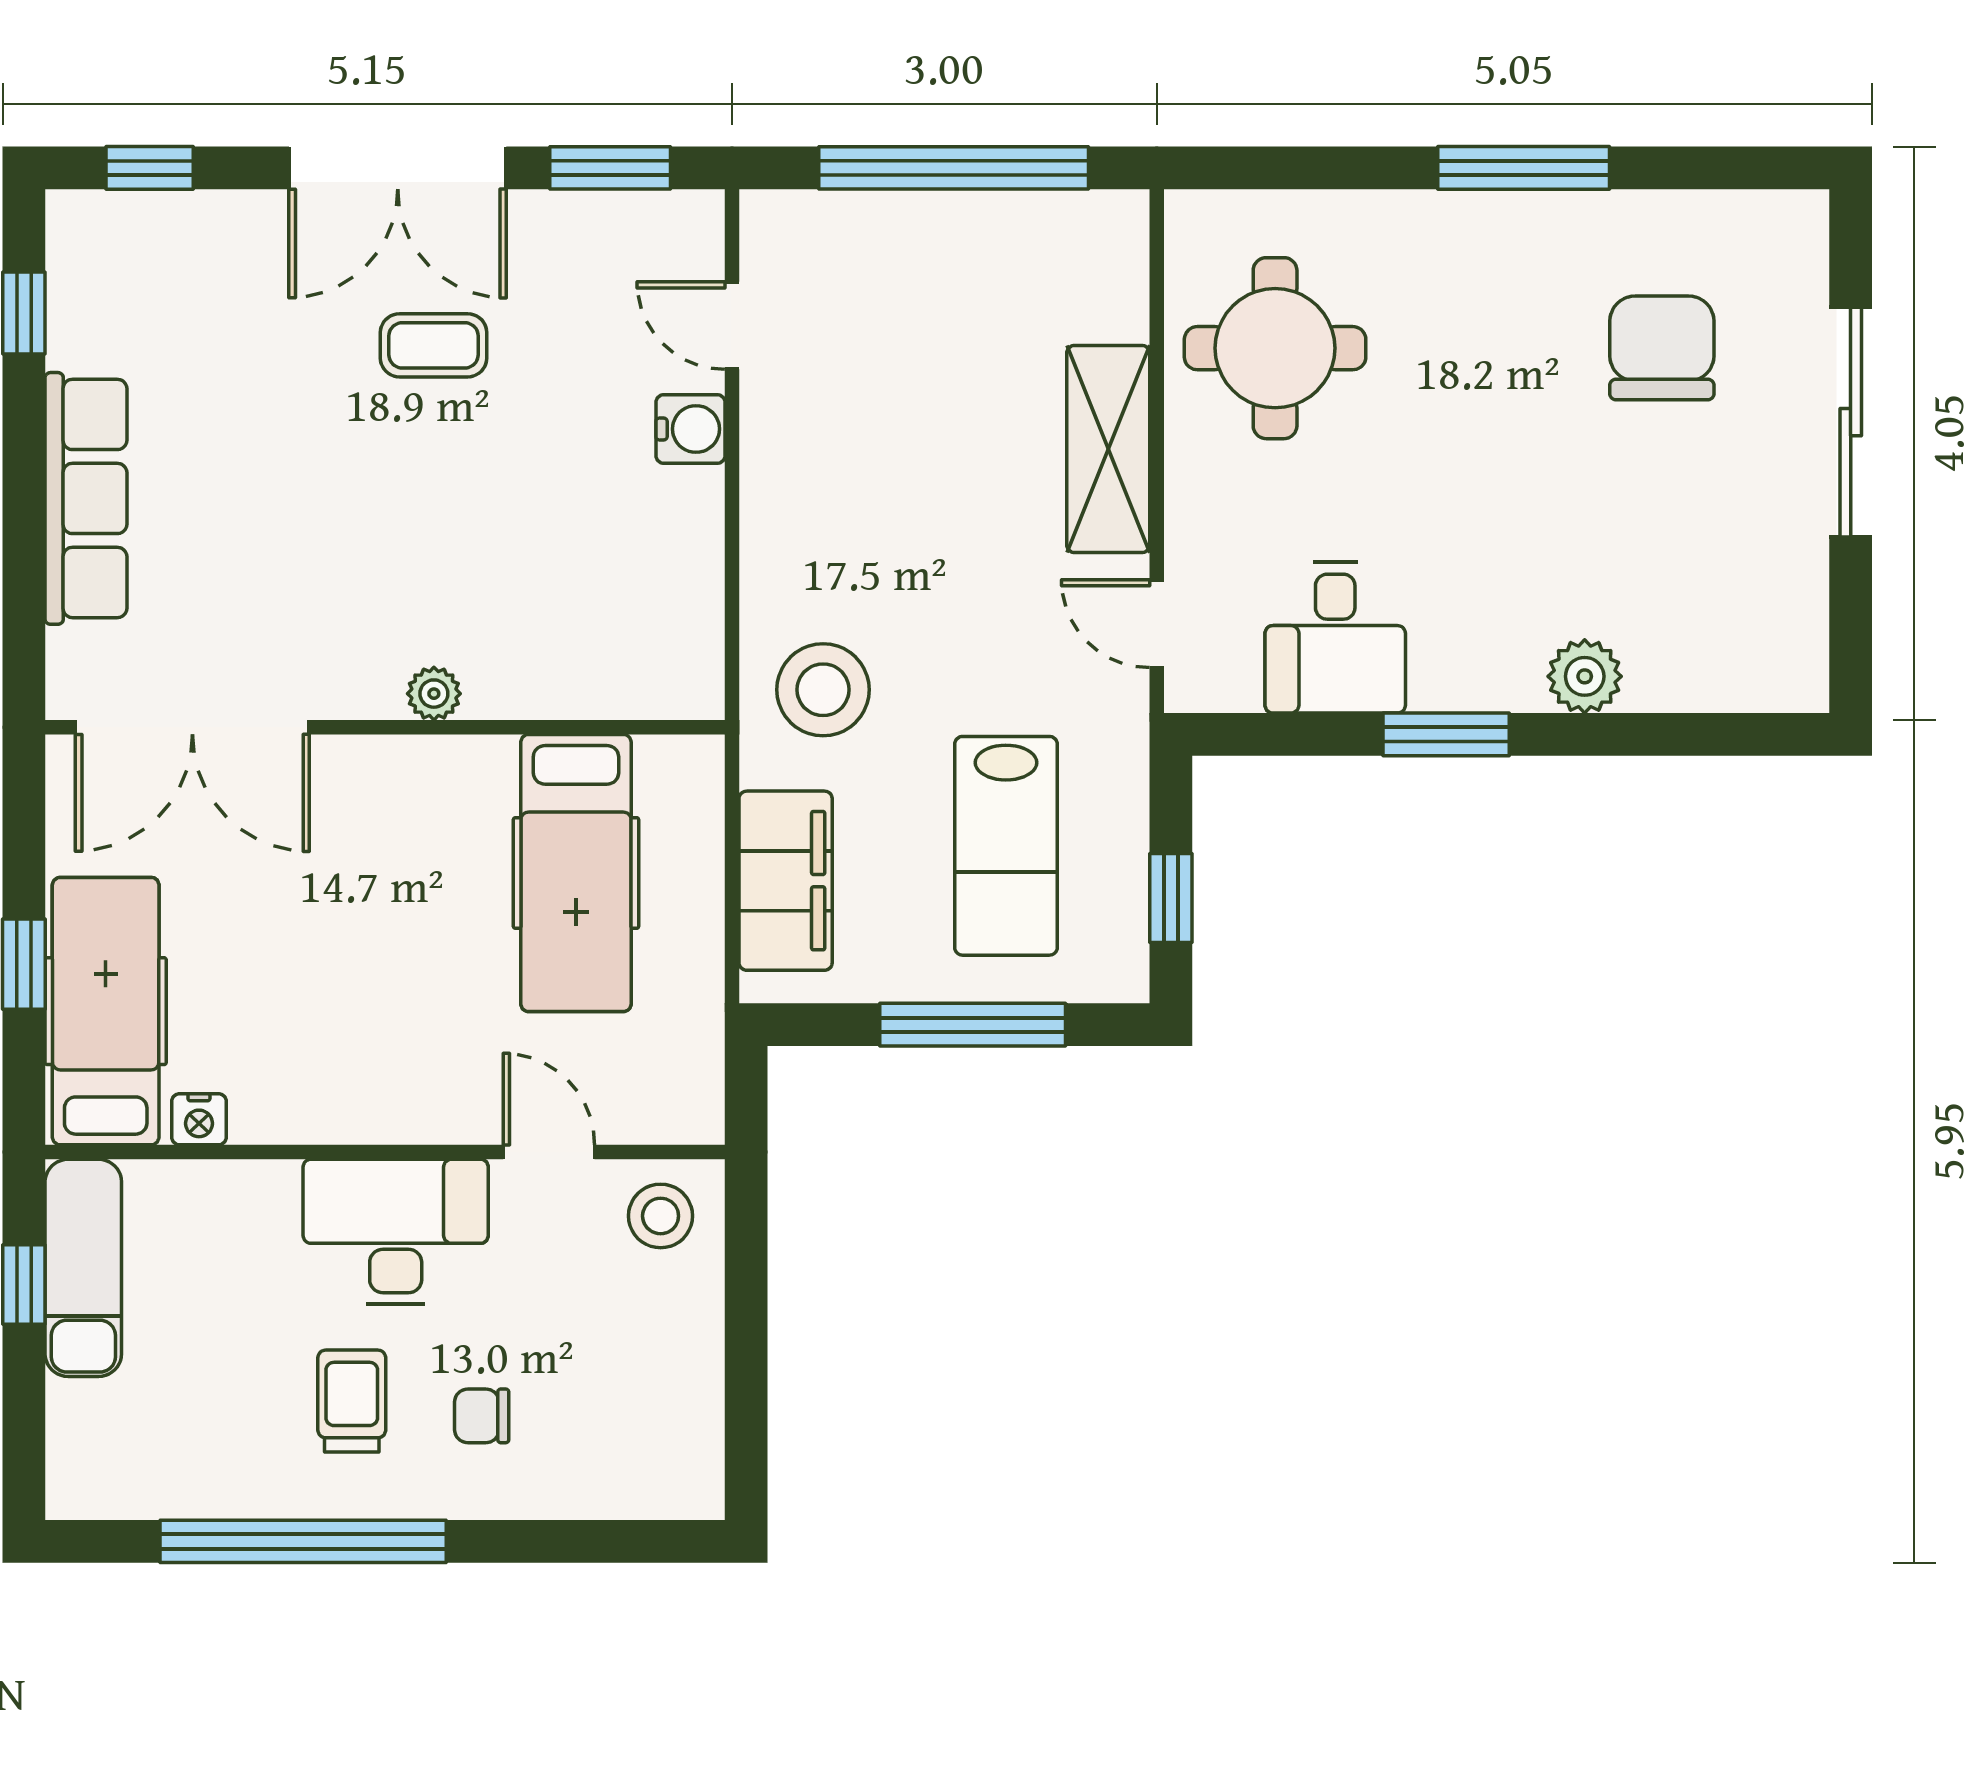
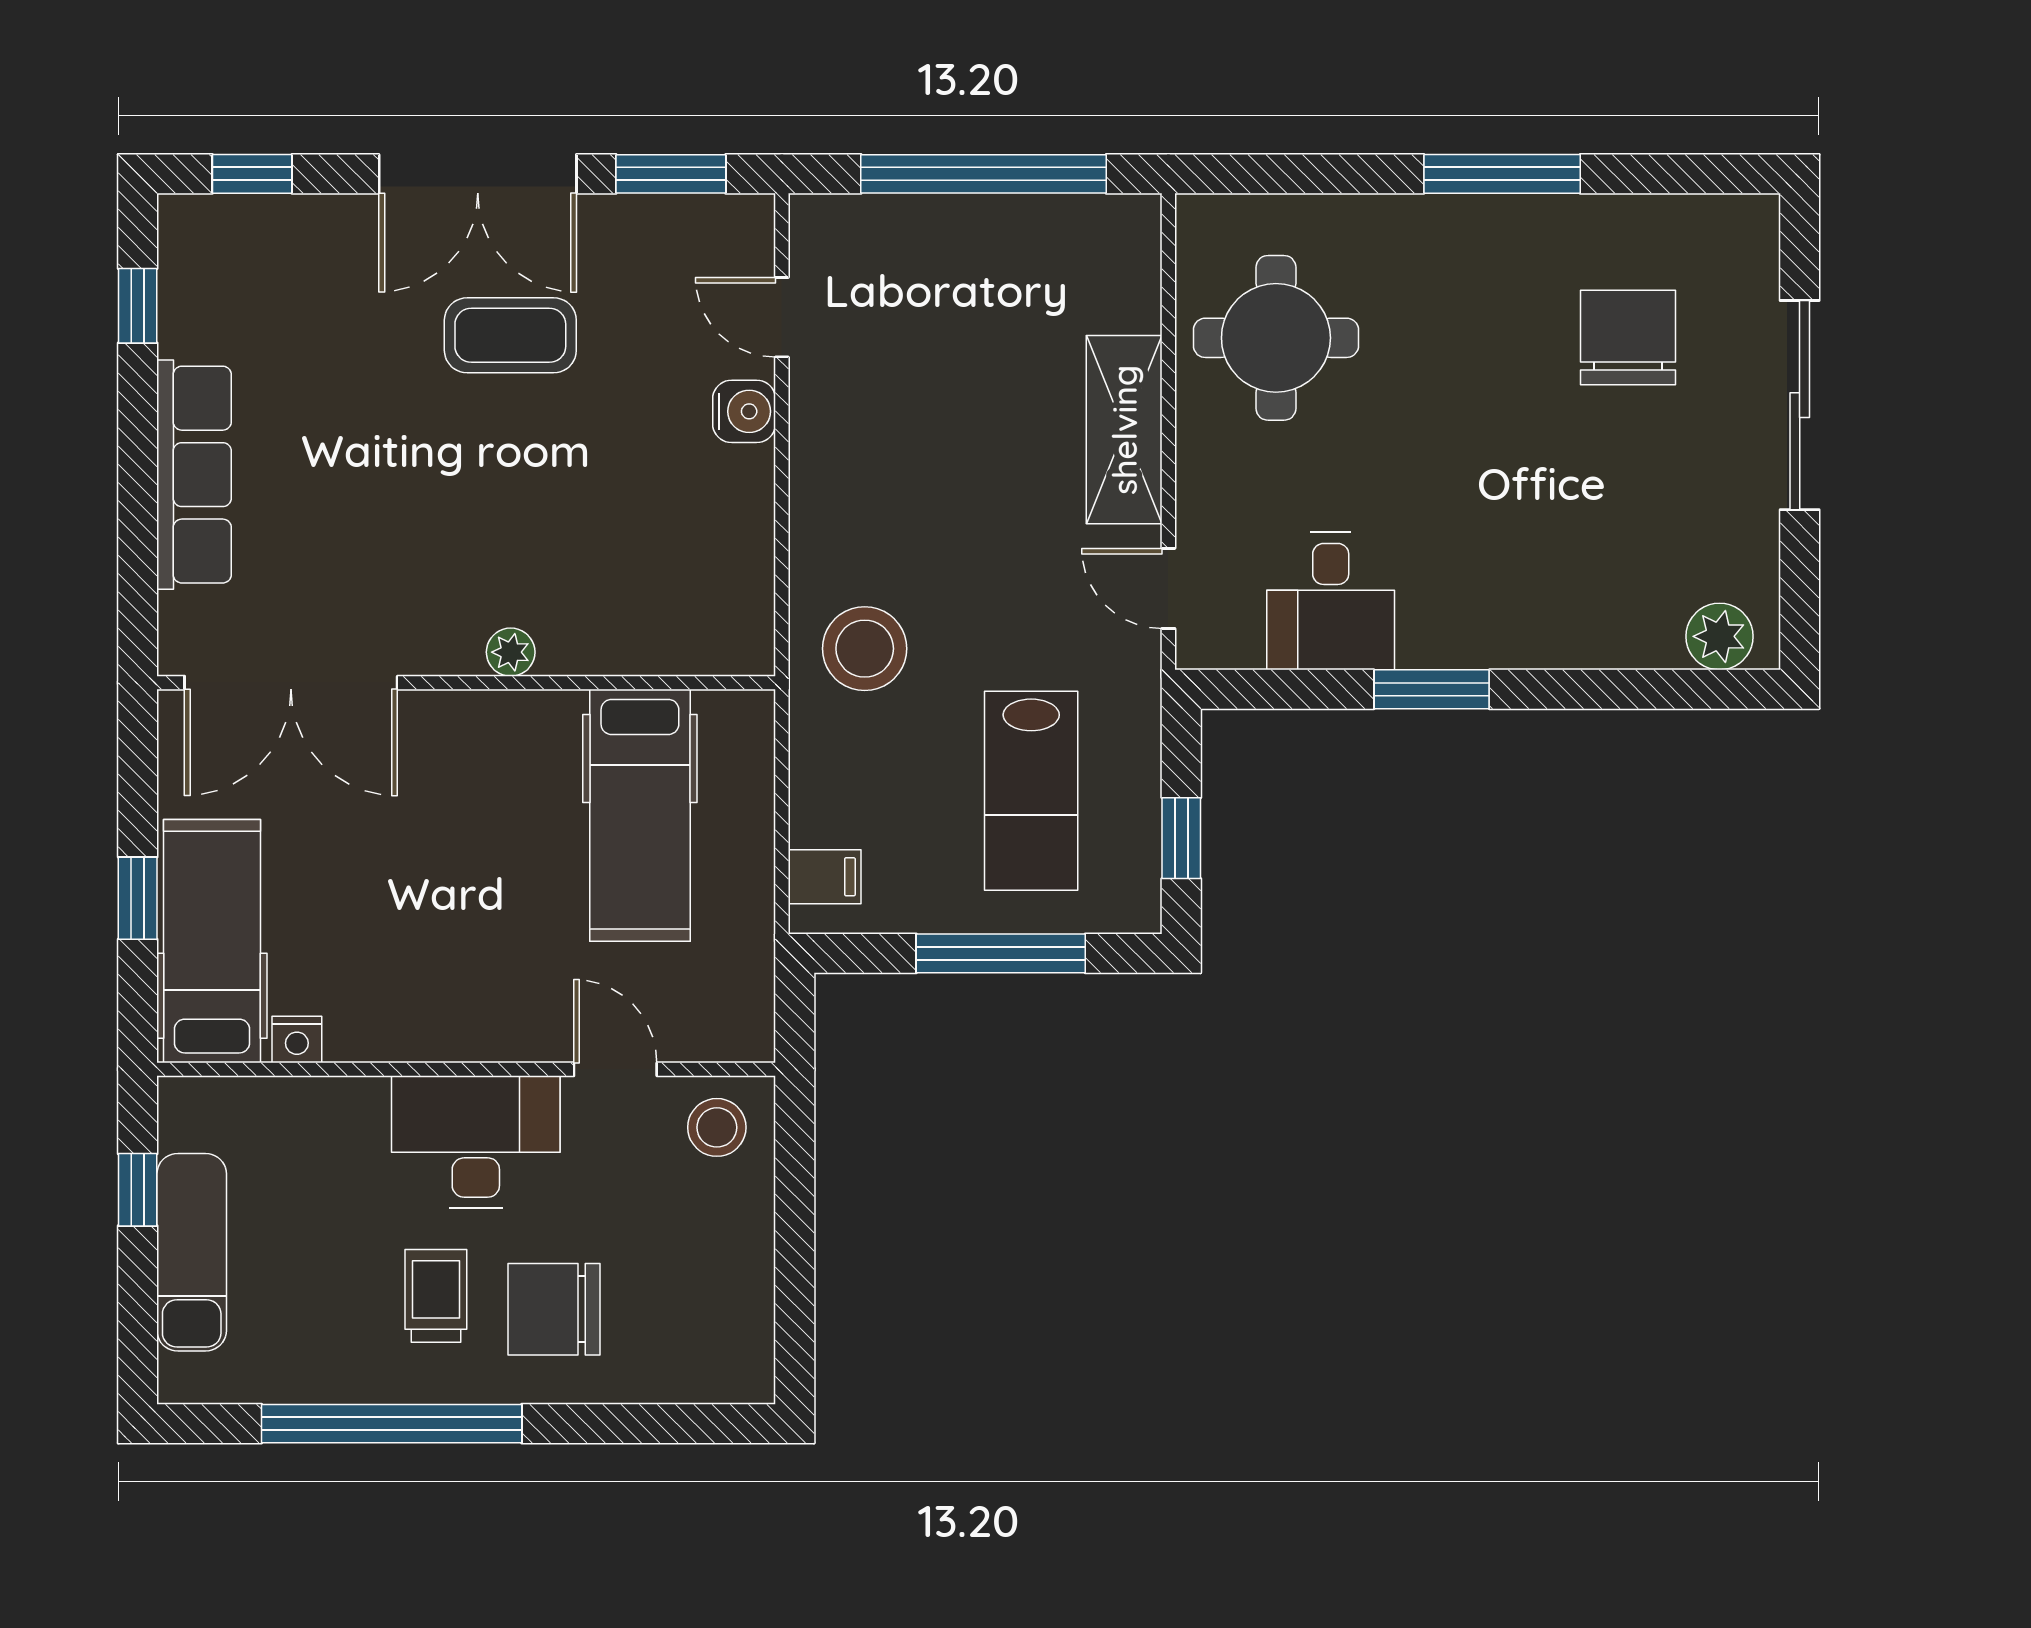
coffee table: (434, 345) -> (510, 335), width x1.36, depth x1.30
plant: (1585, 676) -> (1720, 636), moved
filing cabinet: (786, 881) -> (825, 877), width x0.33, depth x0.86
exam couch: (83, 1268) -> (192, 1252), moved
chair: (482, 1416) -> (554, 1309), width x1.87, depth x1.87

